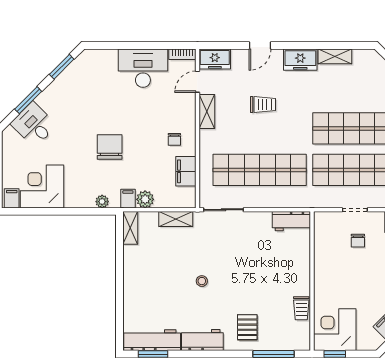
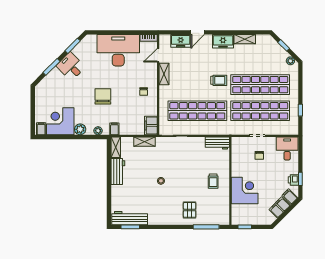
freezer: (215, 59) -> (181, 41), moved
desk: (143, 68) -> (118, 50), width x1.36, depth x1.30
trolley: (263, 104) -> (219, 80), moved
desk: (34, 125) -> (71, 66), moved
filing cabinet: (186, 171) -> (151, 125), moved
plant: (145, 199) -> (80, 129), moved
trolley: (301, 308) -> (213, 181), moved
corner desk: (335, 330) -> (245, 190), moved, turned 90
workbench: (202, 340) -> (118, 172), moved, turned 90

